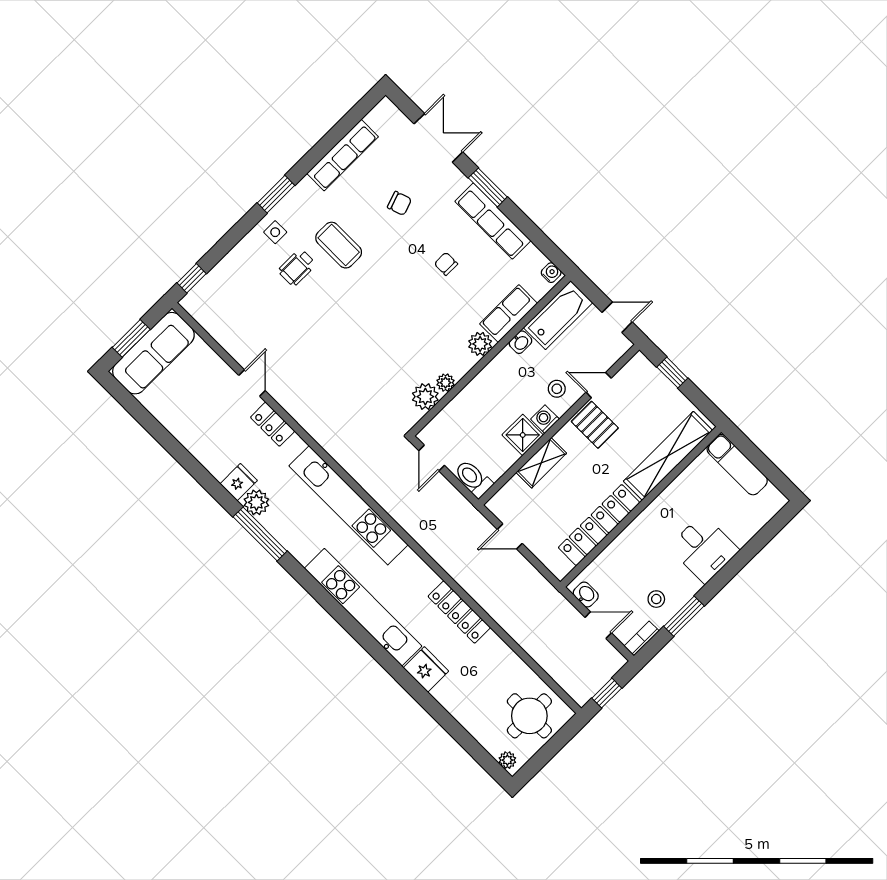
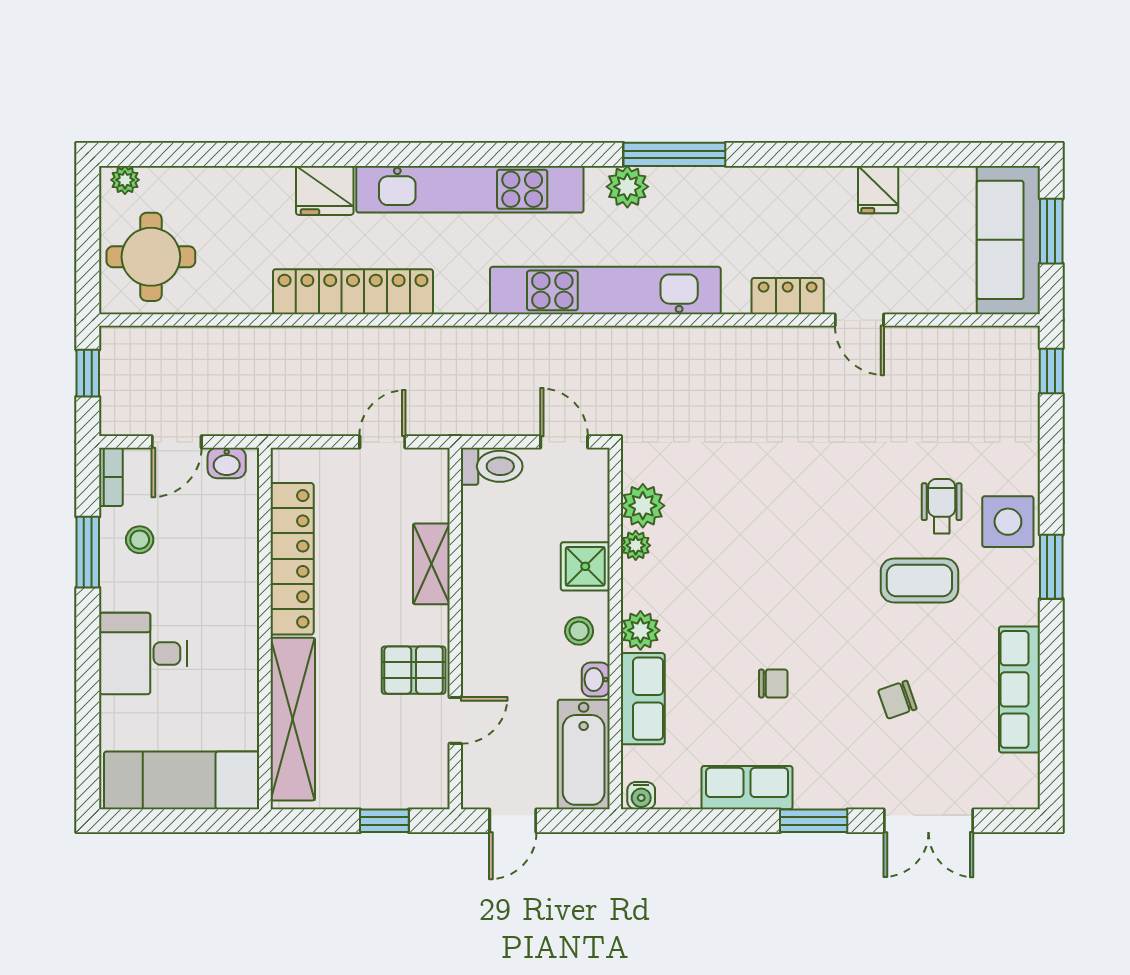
row of seats: (493, 221) -> (747, 788), width x0.68
side table: (275, 232) -> (1008, 522), width x1.87, depth x1.87
stool: (557, 389) -> (579, 631), moved
washing machine: (545, 419) -> (478, 619), removed
shower: (523, 435) -> (585, 566), moved
exam couch: (737, 465) -> (182, 780), width x1.36, depth x1.45
fridge: (239, 482) -> (878, 190), moved
plant: (256, 502) -> (627, 187), moved
locker: (459, 612) -> (353, 292), width x1.41, depth x1.21

